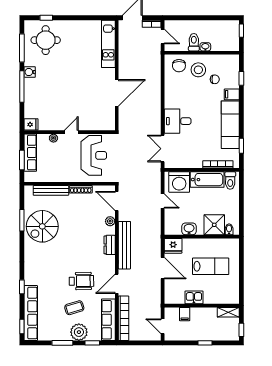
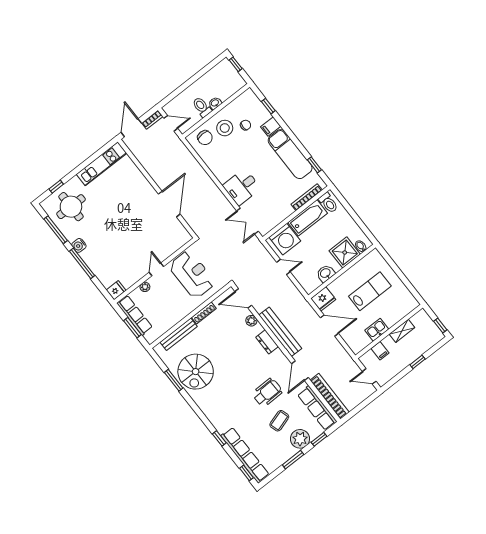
kitchen unit: (108, 44) -> (102, 164), moved, turned -90
shelving: (228, 312) -> (402, 331), moved

